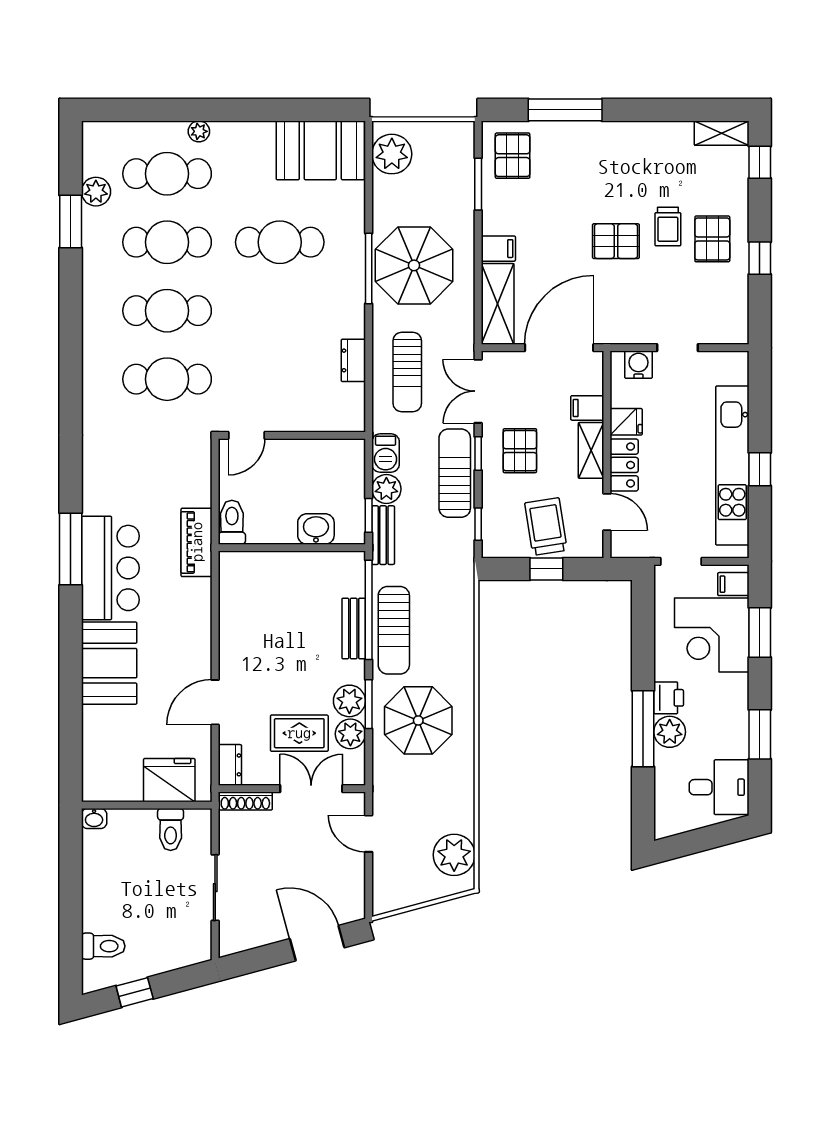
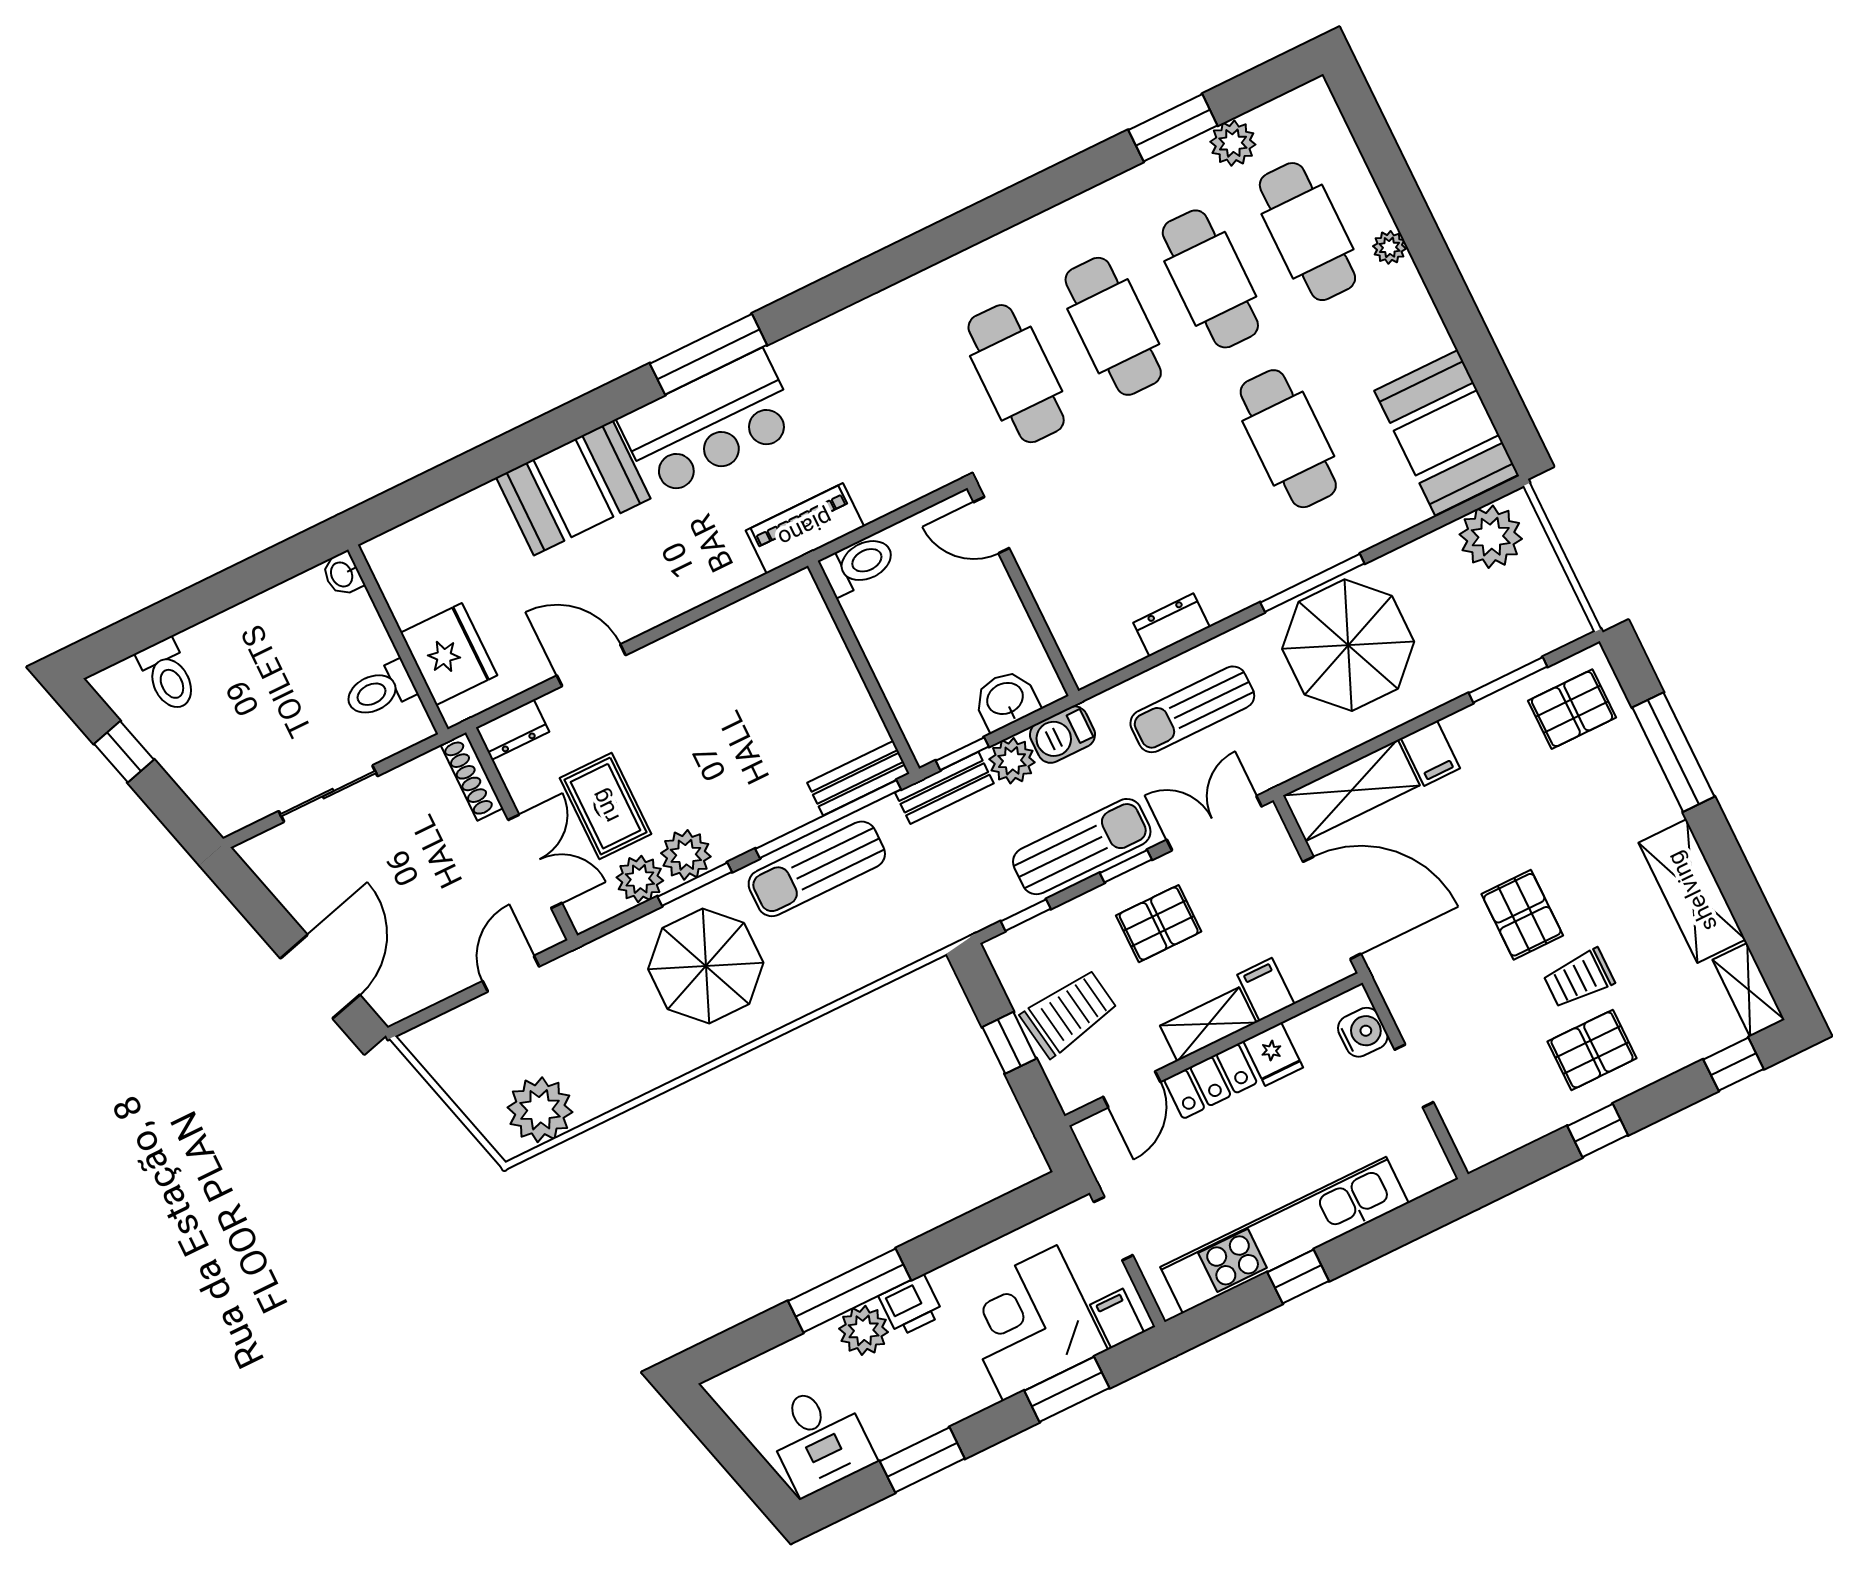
shelving: (650, 138) -> (1692, 891), added
washbasin: (316, 529) -> (1006, 700), moved, turned -90
bench: (354, 628) -> (858, 778), moved

